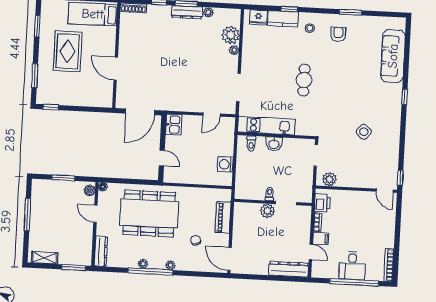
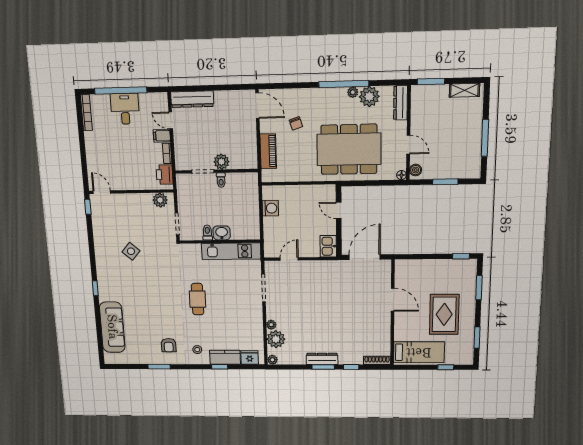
plant: (208, 12) -> (272, 360), moved
toilet: (251, 143) -> (207, 232), moved
plant: (170, 265) -> (369, 97), moved, width x1.88, depth x1.88

